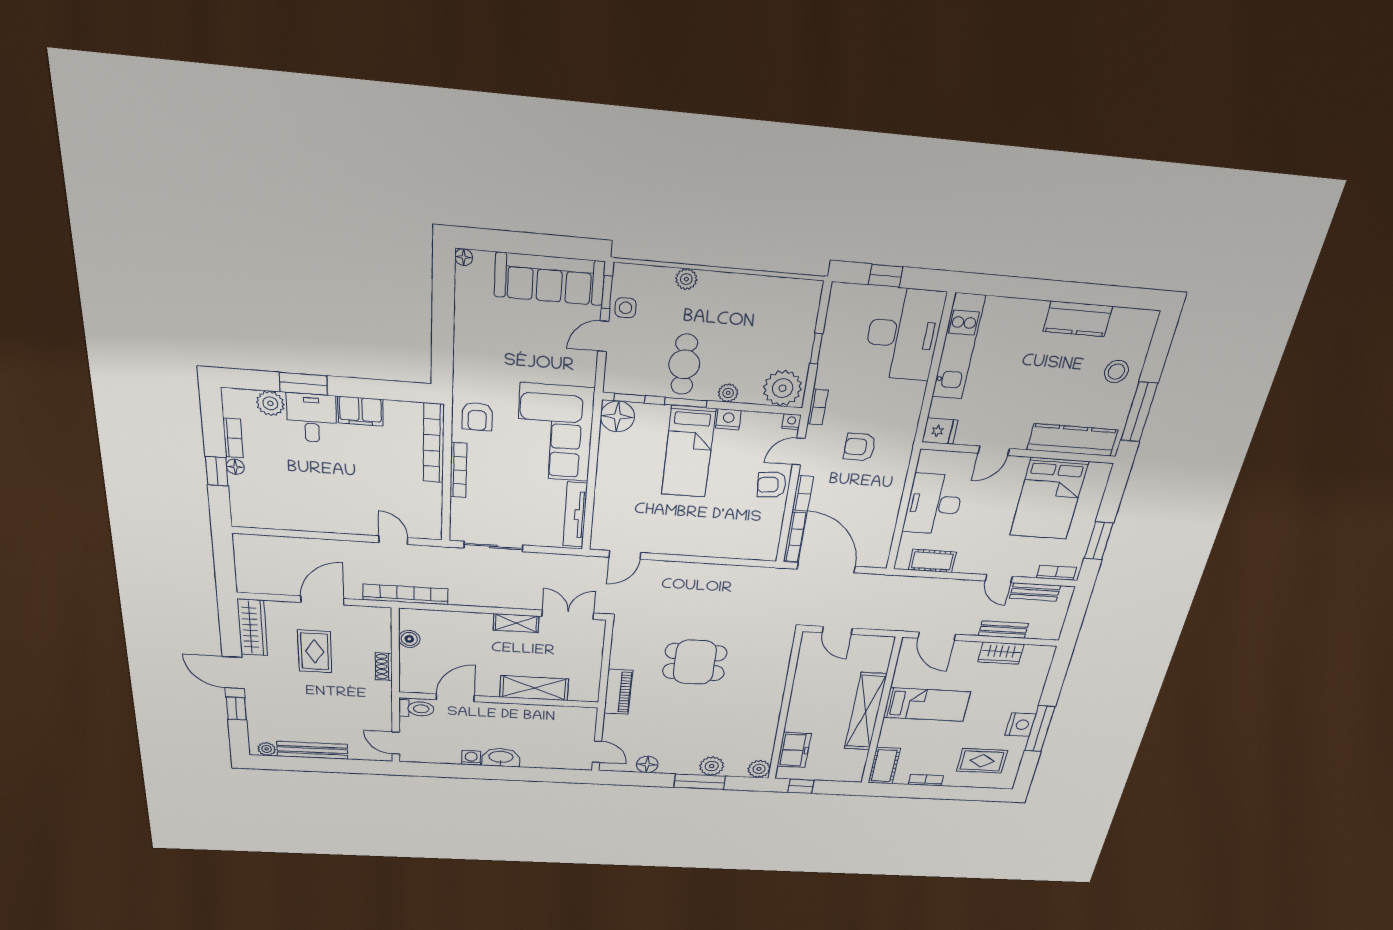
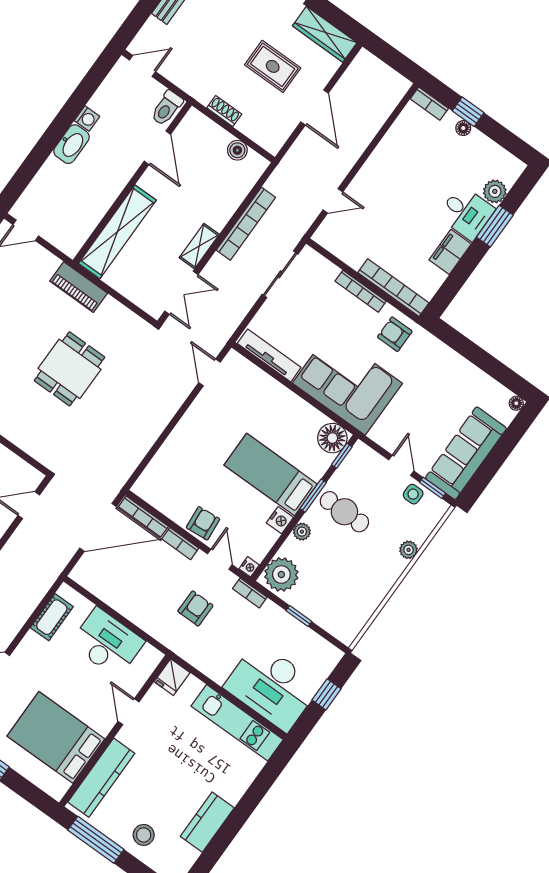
bookcase: (233, 438) -> (429, 104), moved
bookcase: (406, 594) -> (246, 224), moved
shelving: (534, 688) -> (117, 232), width x1.47

